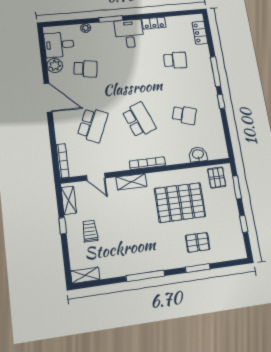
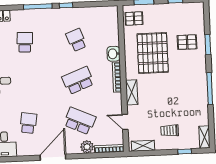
plant: (55, 65) -> (87, 147), moved
school desk: (184, 115) -> (76, 40), turned -39
washbasin: (198, 154) -> (113, 54), moved
door: (96, 177) -> (125, 122), swing flipped
window: (63, 226) -> (185, 151), moved
pallet: (198, 242) -> (187, 42), turned 90

